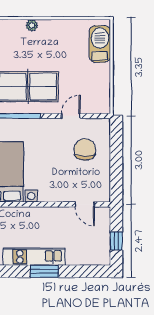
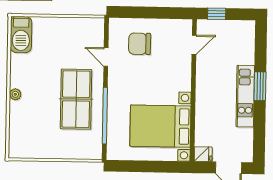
barbecue: (100, 44) -> (21, 35), moved, turned -90
window: (116, 241) -> (217, 14), moved

